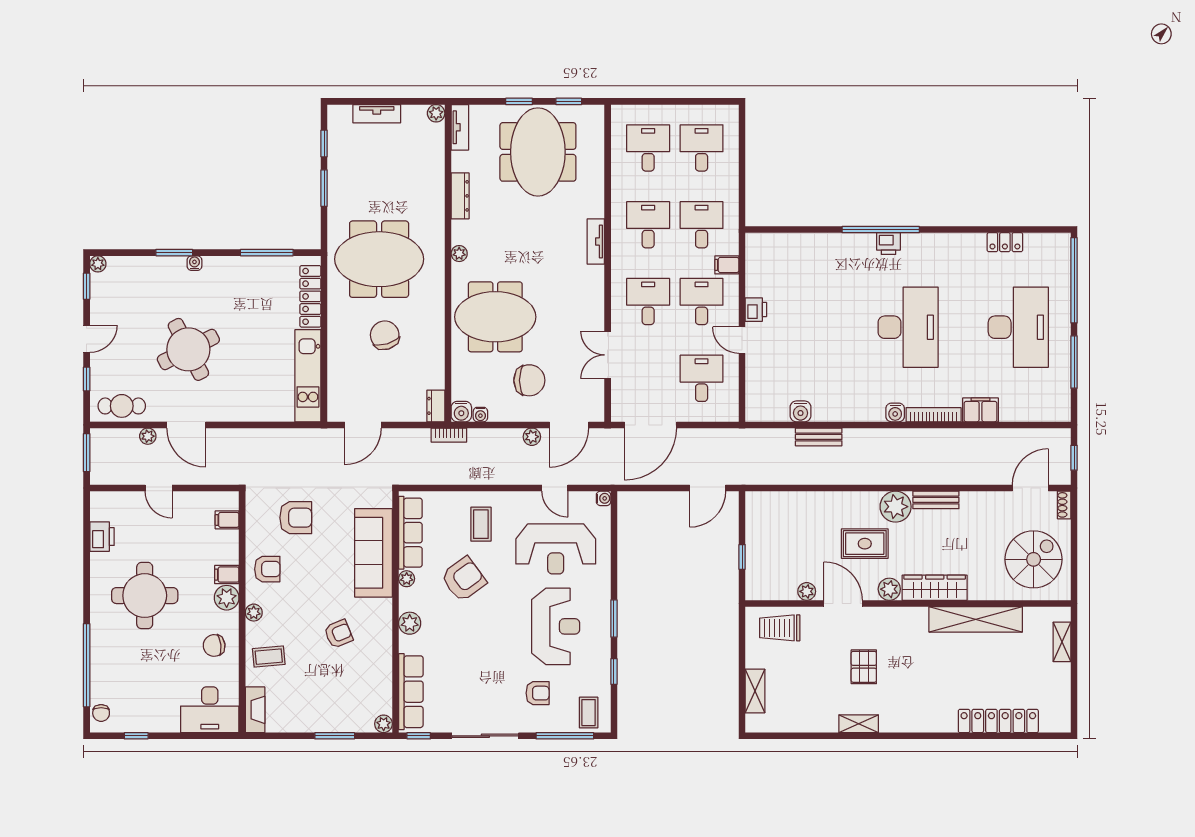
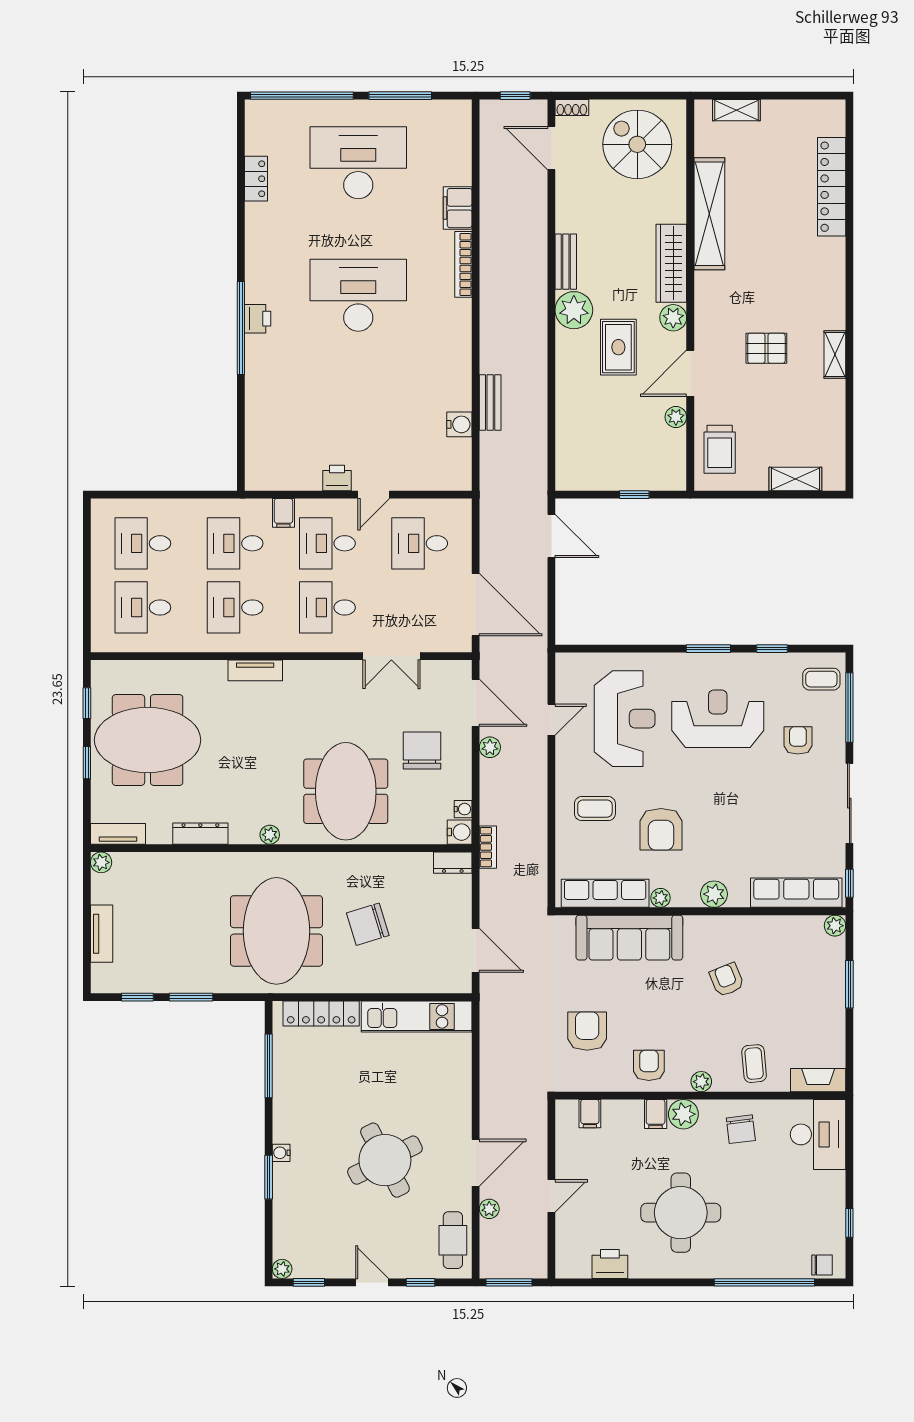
water cooler: (895, 412) -> (461, 311), removed
water cooler: (604, 498) -> (564, 661), removed
armchair: (464, 579) -> (661, 829), turned -144

